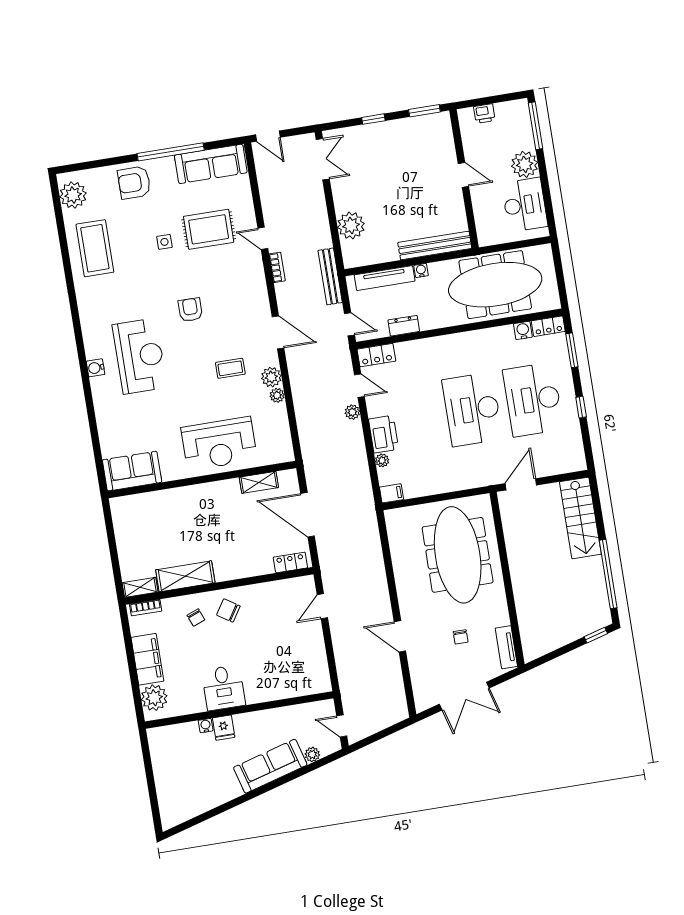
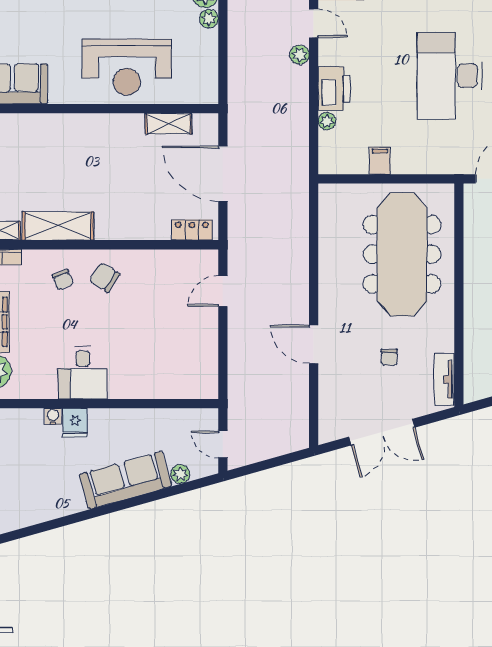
filing cabinet: (391, 493) -> (380, 161), moved, turned -90

